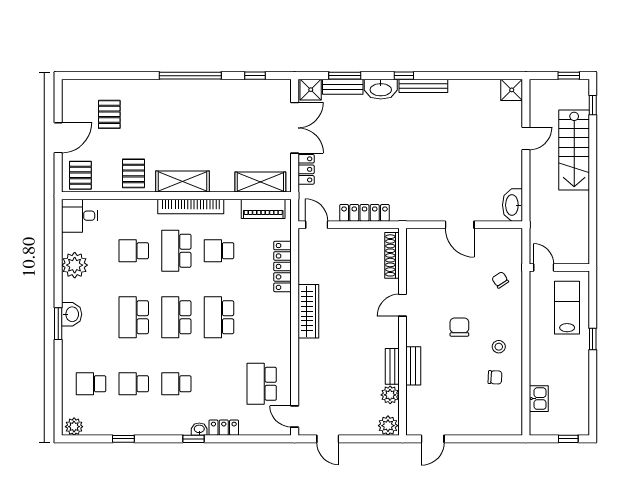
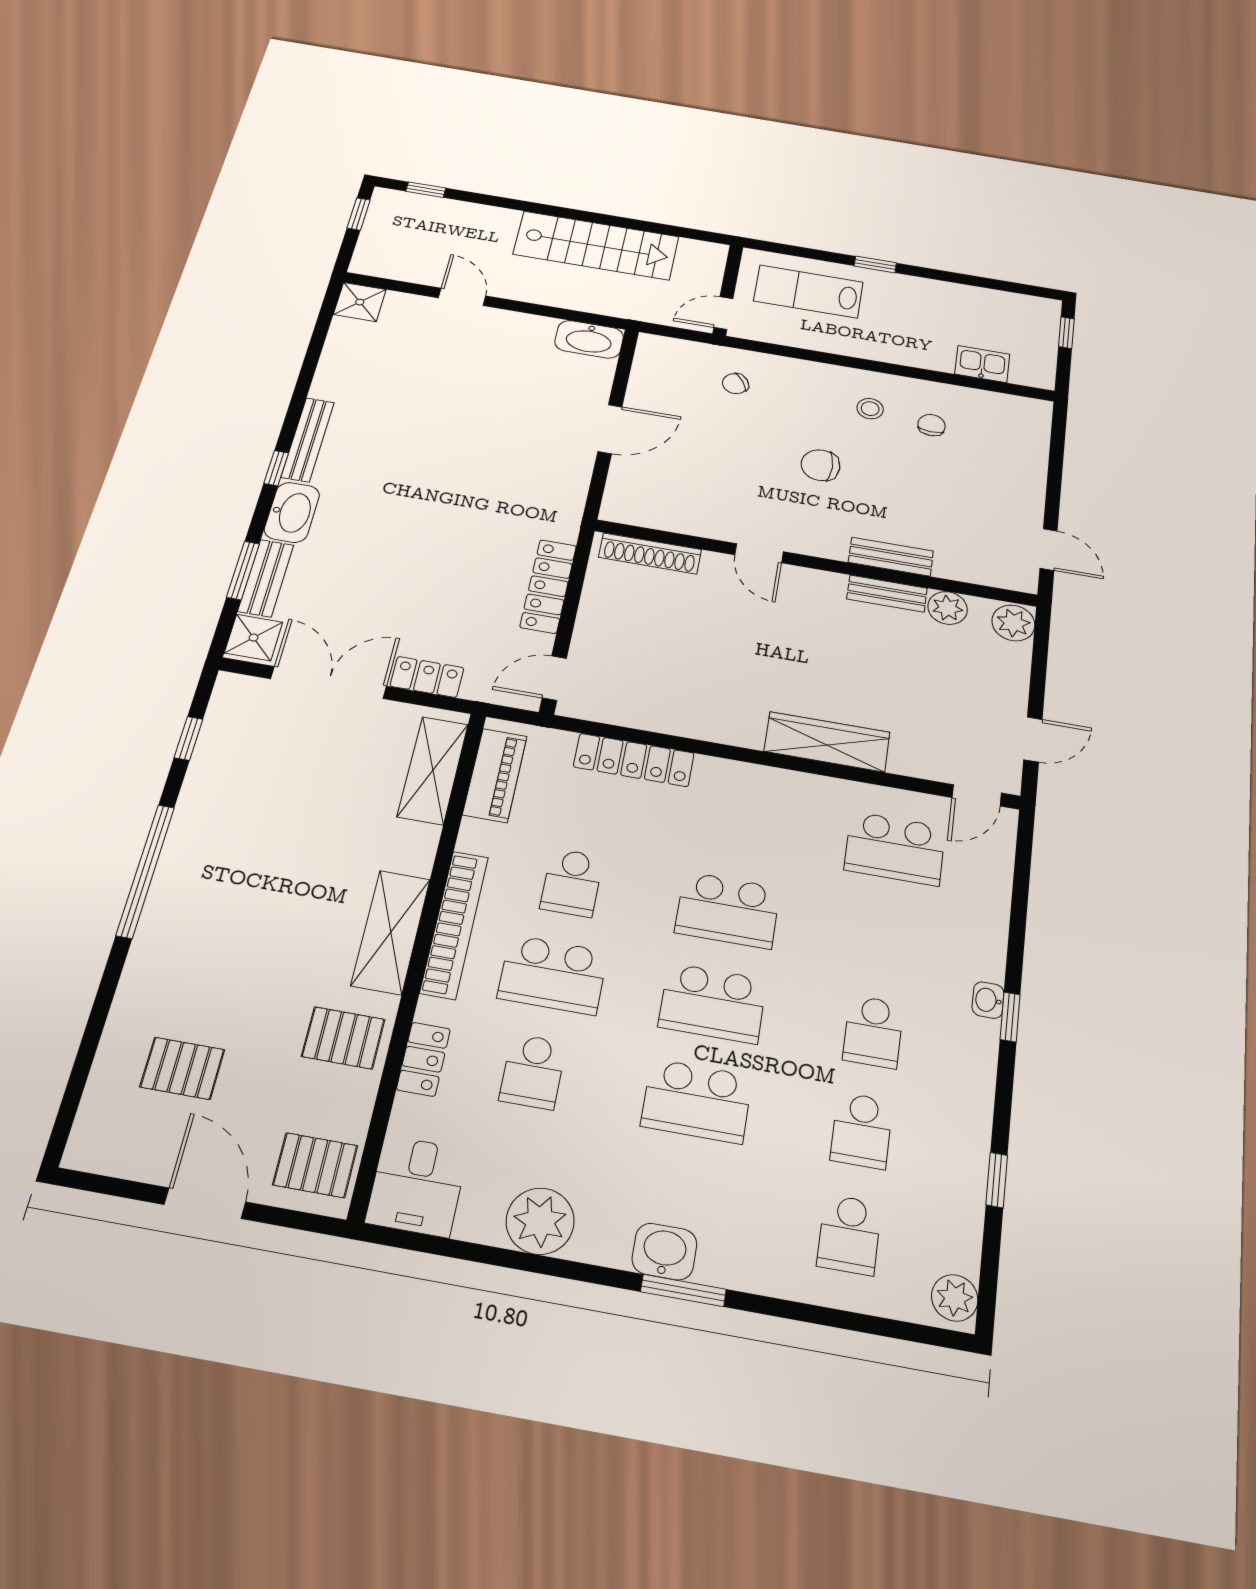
stairs: (574, 150) -> (596, 245), moved
wardrobe: (308, 311) -> (827, 742), moved
locker: (224, 428) -> (423, 1059), moved, turned 180

